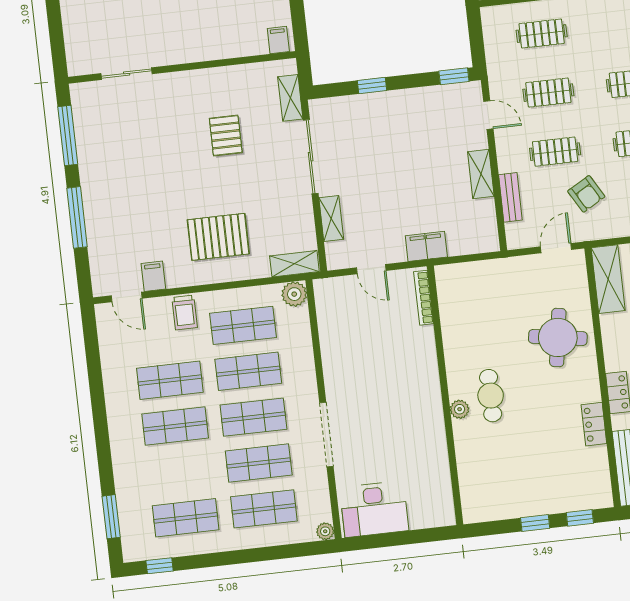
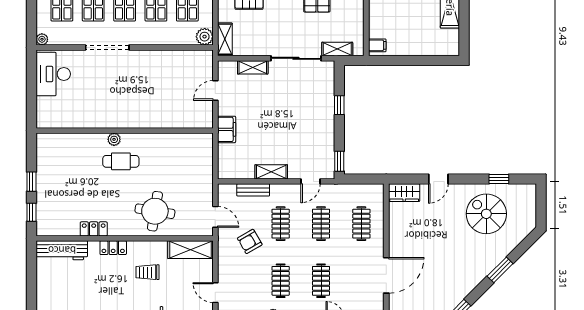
bookcase: (424, 298) -> (192, 124), removed

